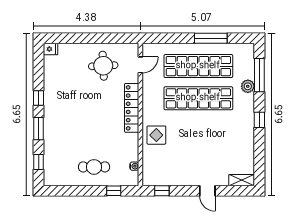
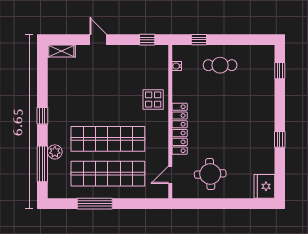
fridge: (50, 49) -> (264, 186), width x1.88, depth x1.34
window: (39, 129) -> (280, 106), removed

